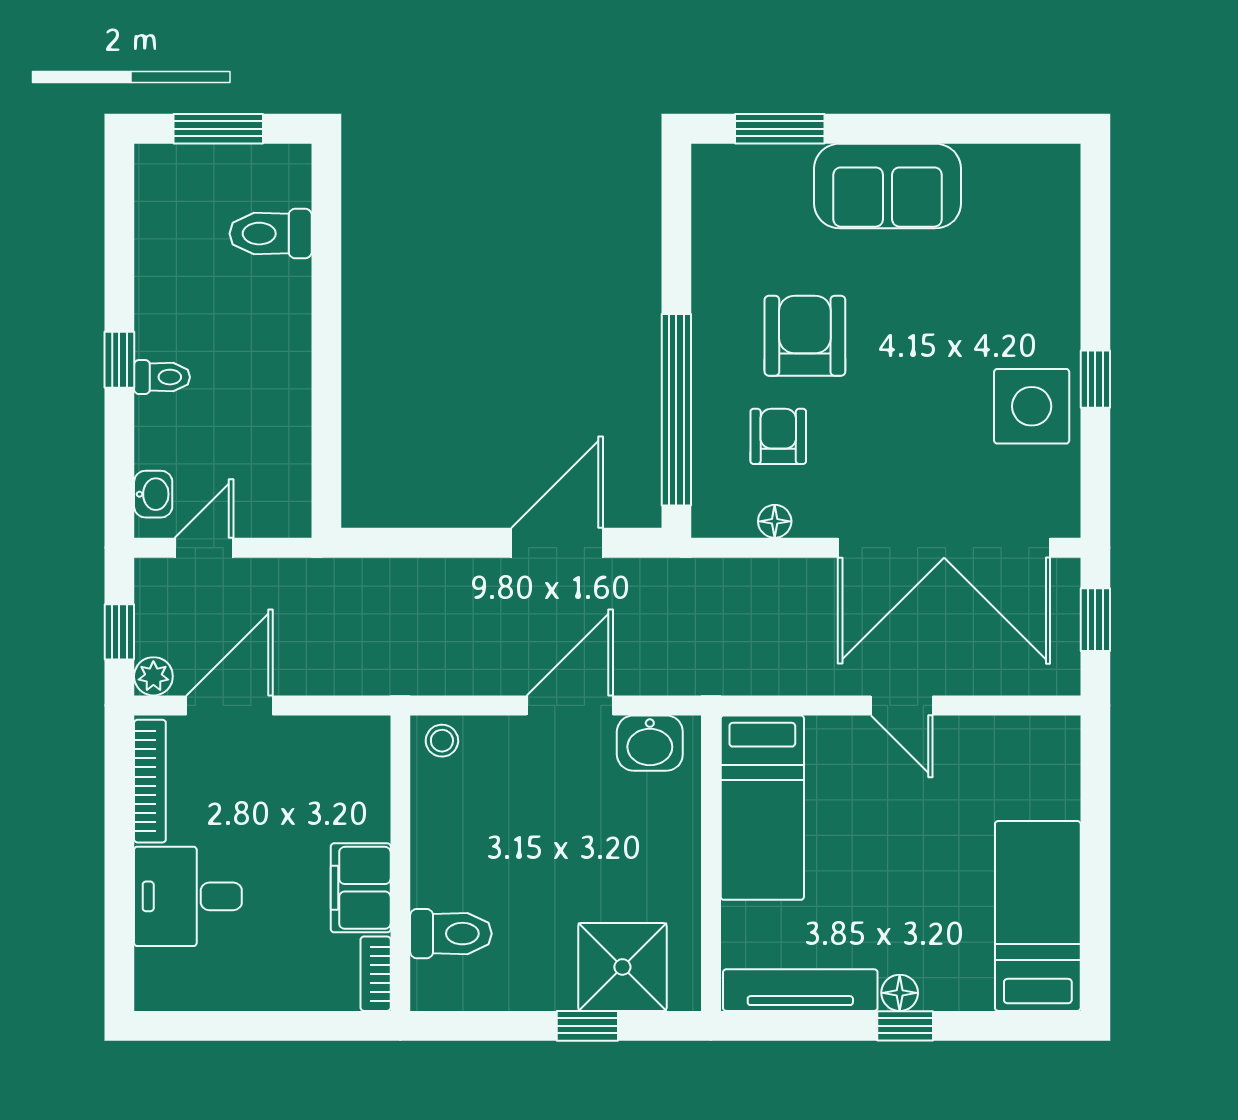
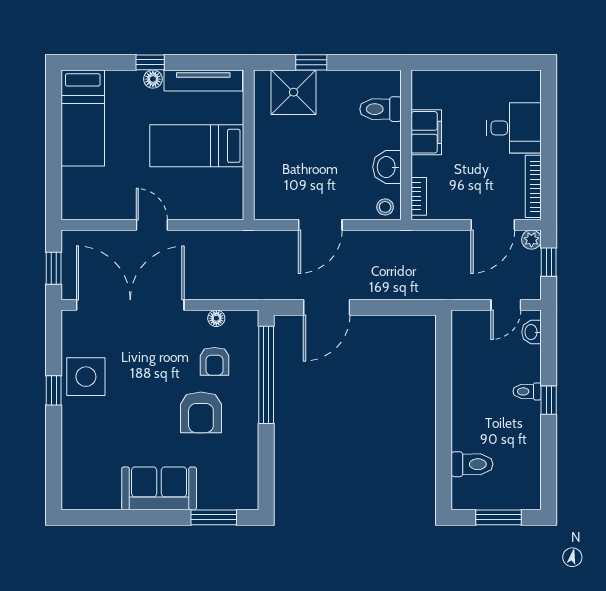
washbasin: (650, 743) -> (387, 167), moved, turned -90
bed: (762, 808) -> (197, 146), moved, turned -90
bookcase: (376, 974) -> (419, 196), moved

